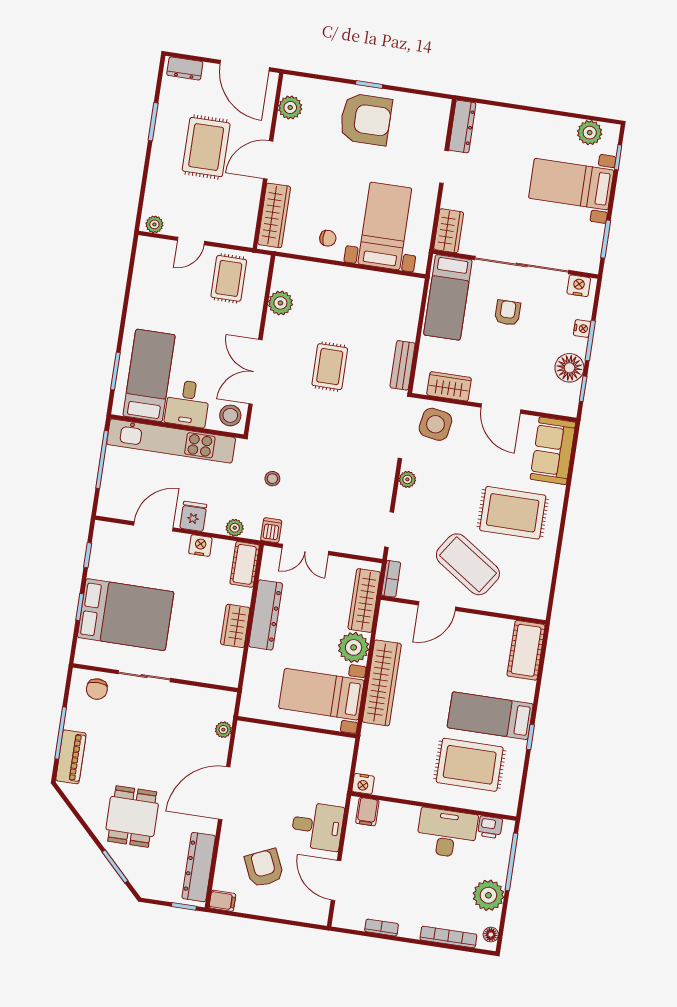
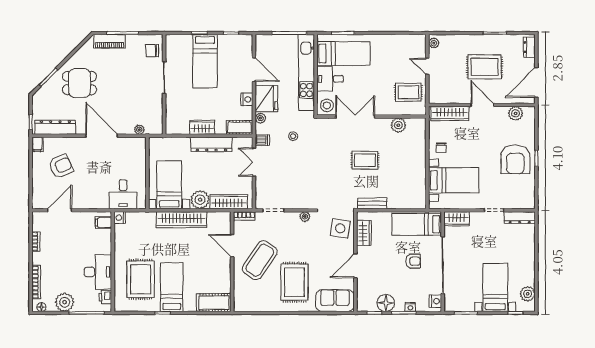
fridge: (193, 516) -> (266, 99), width x1.88, depth x1.34
bed: (126, 615) -> (205, 61), width x0.67
desk: (317, 826) -> (123, 194), moved

